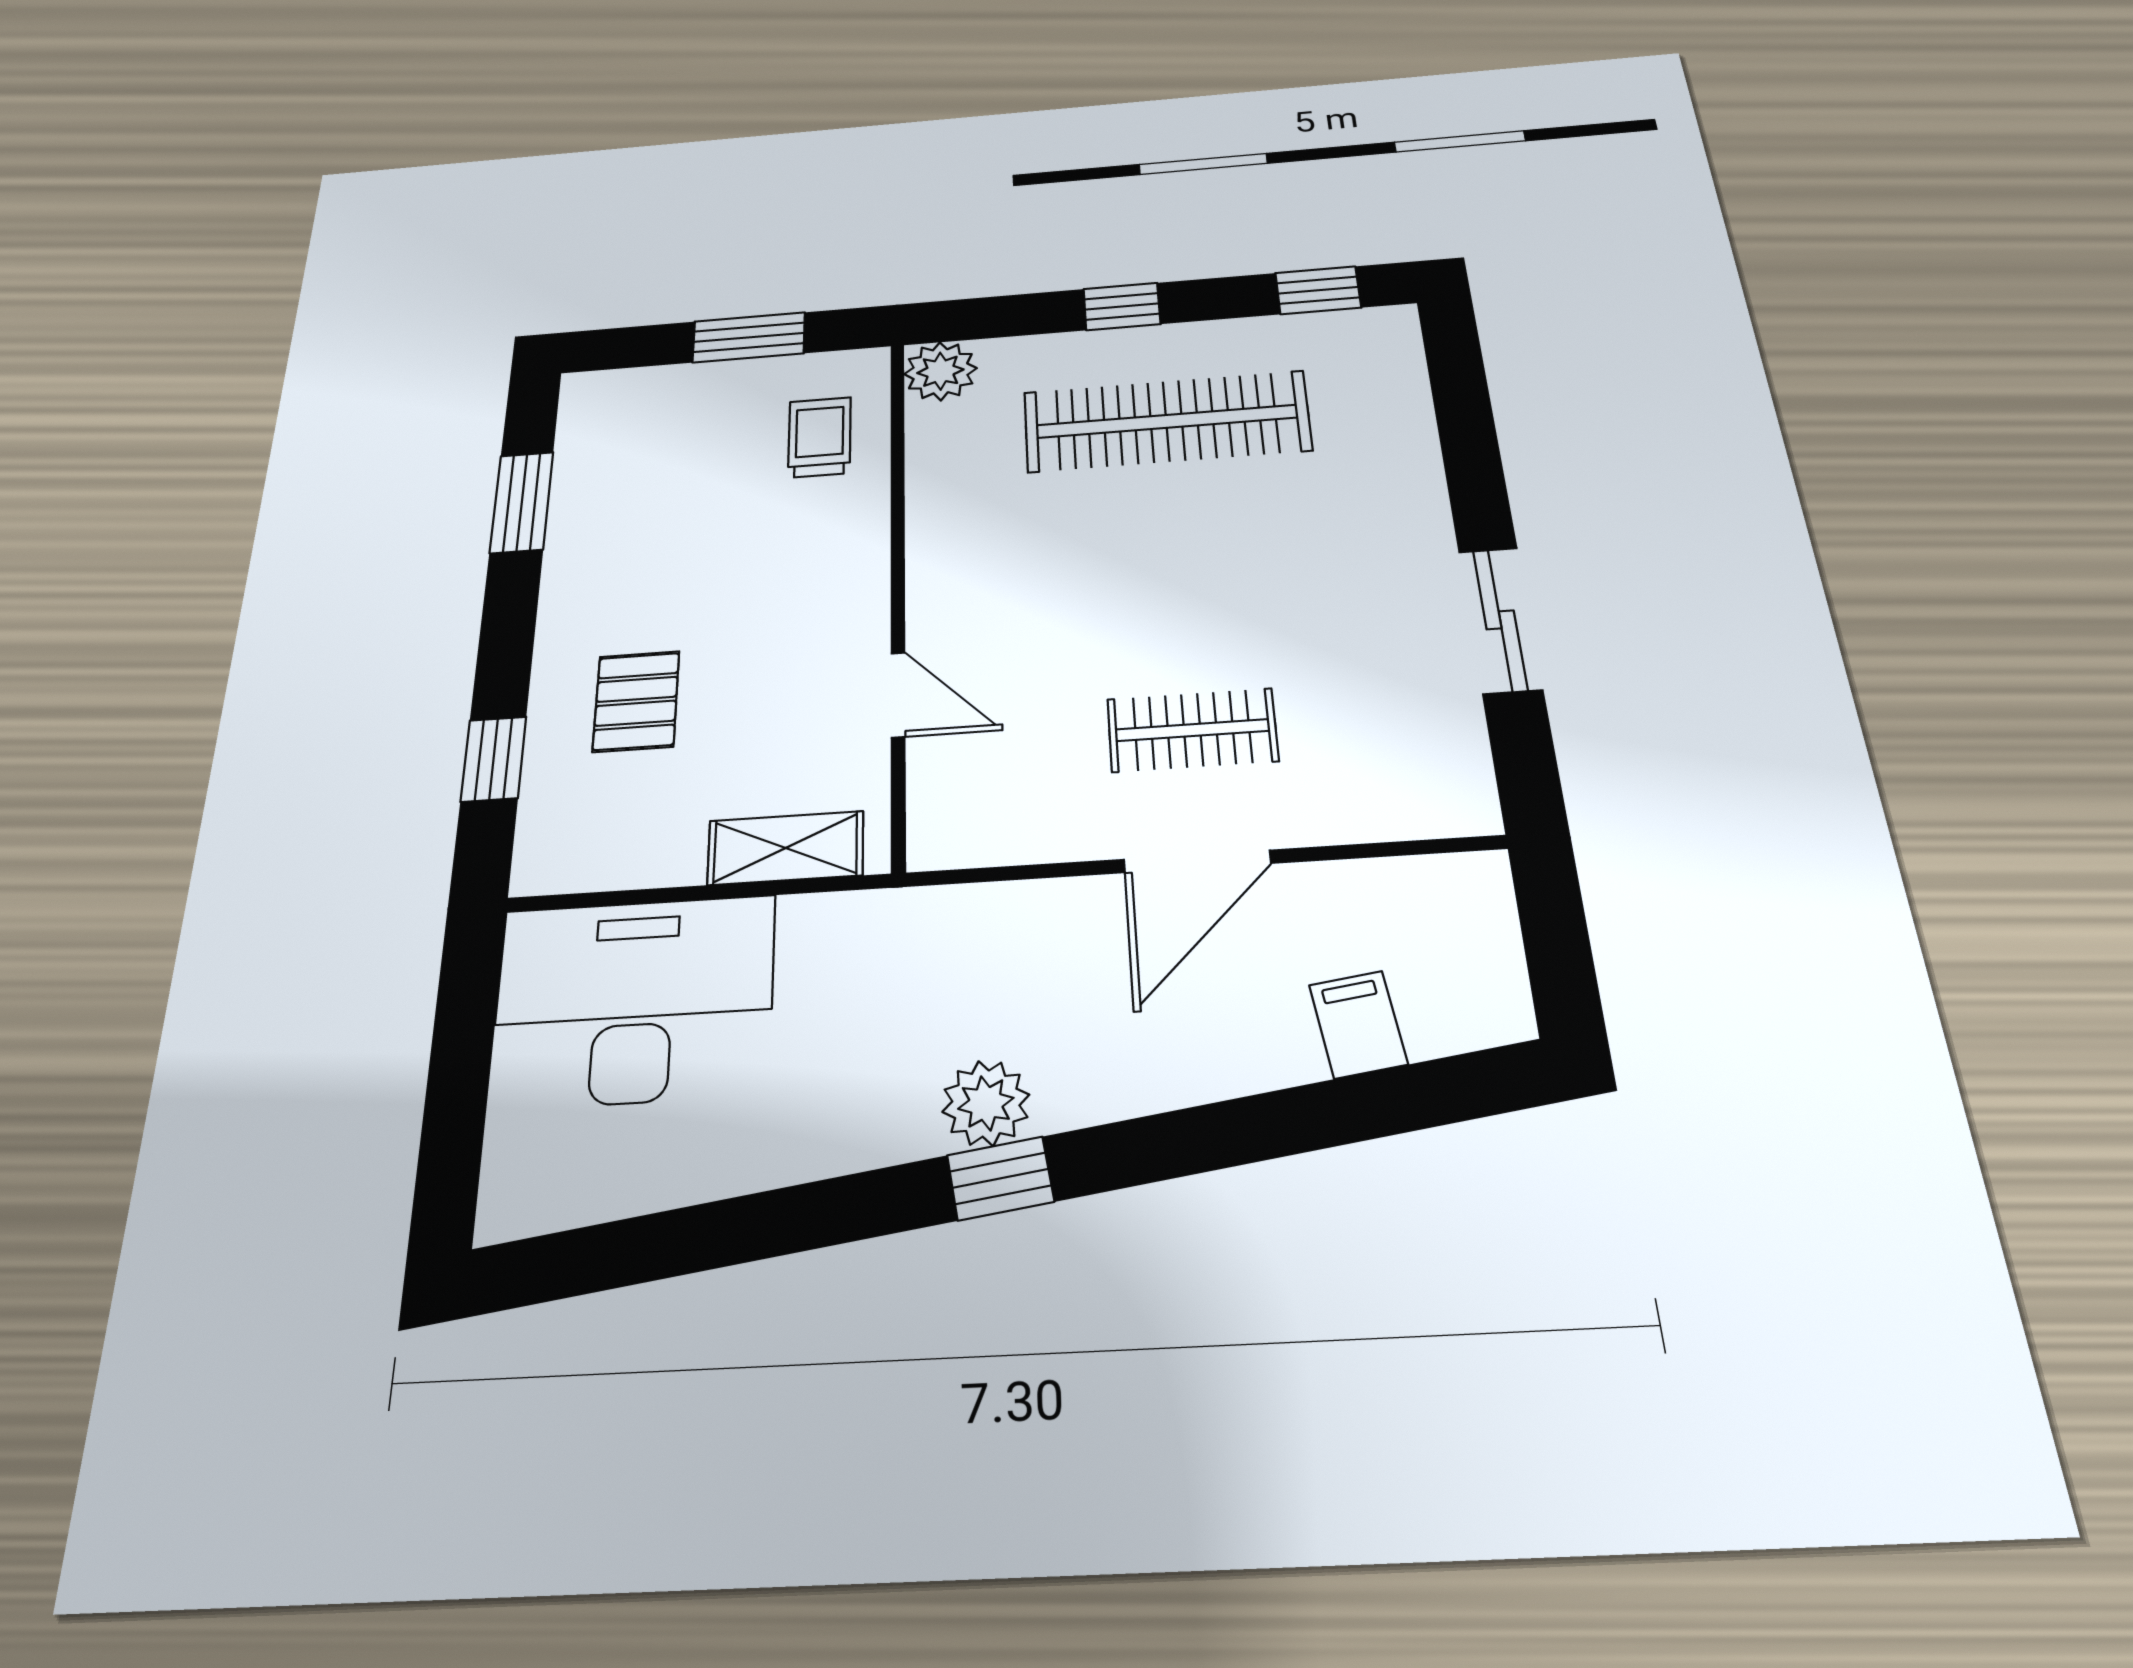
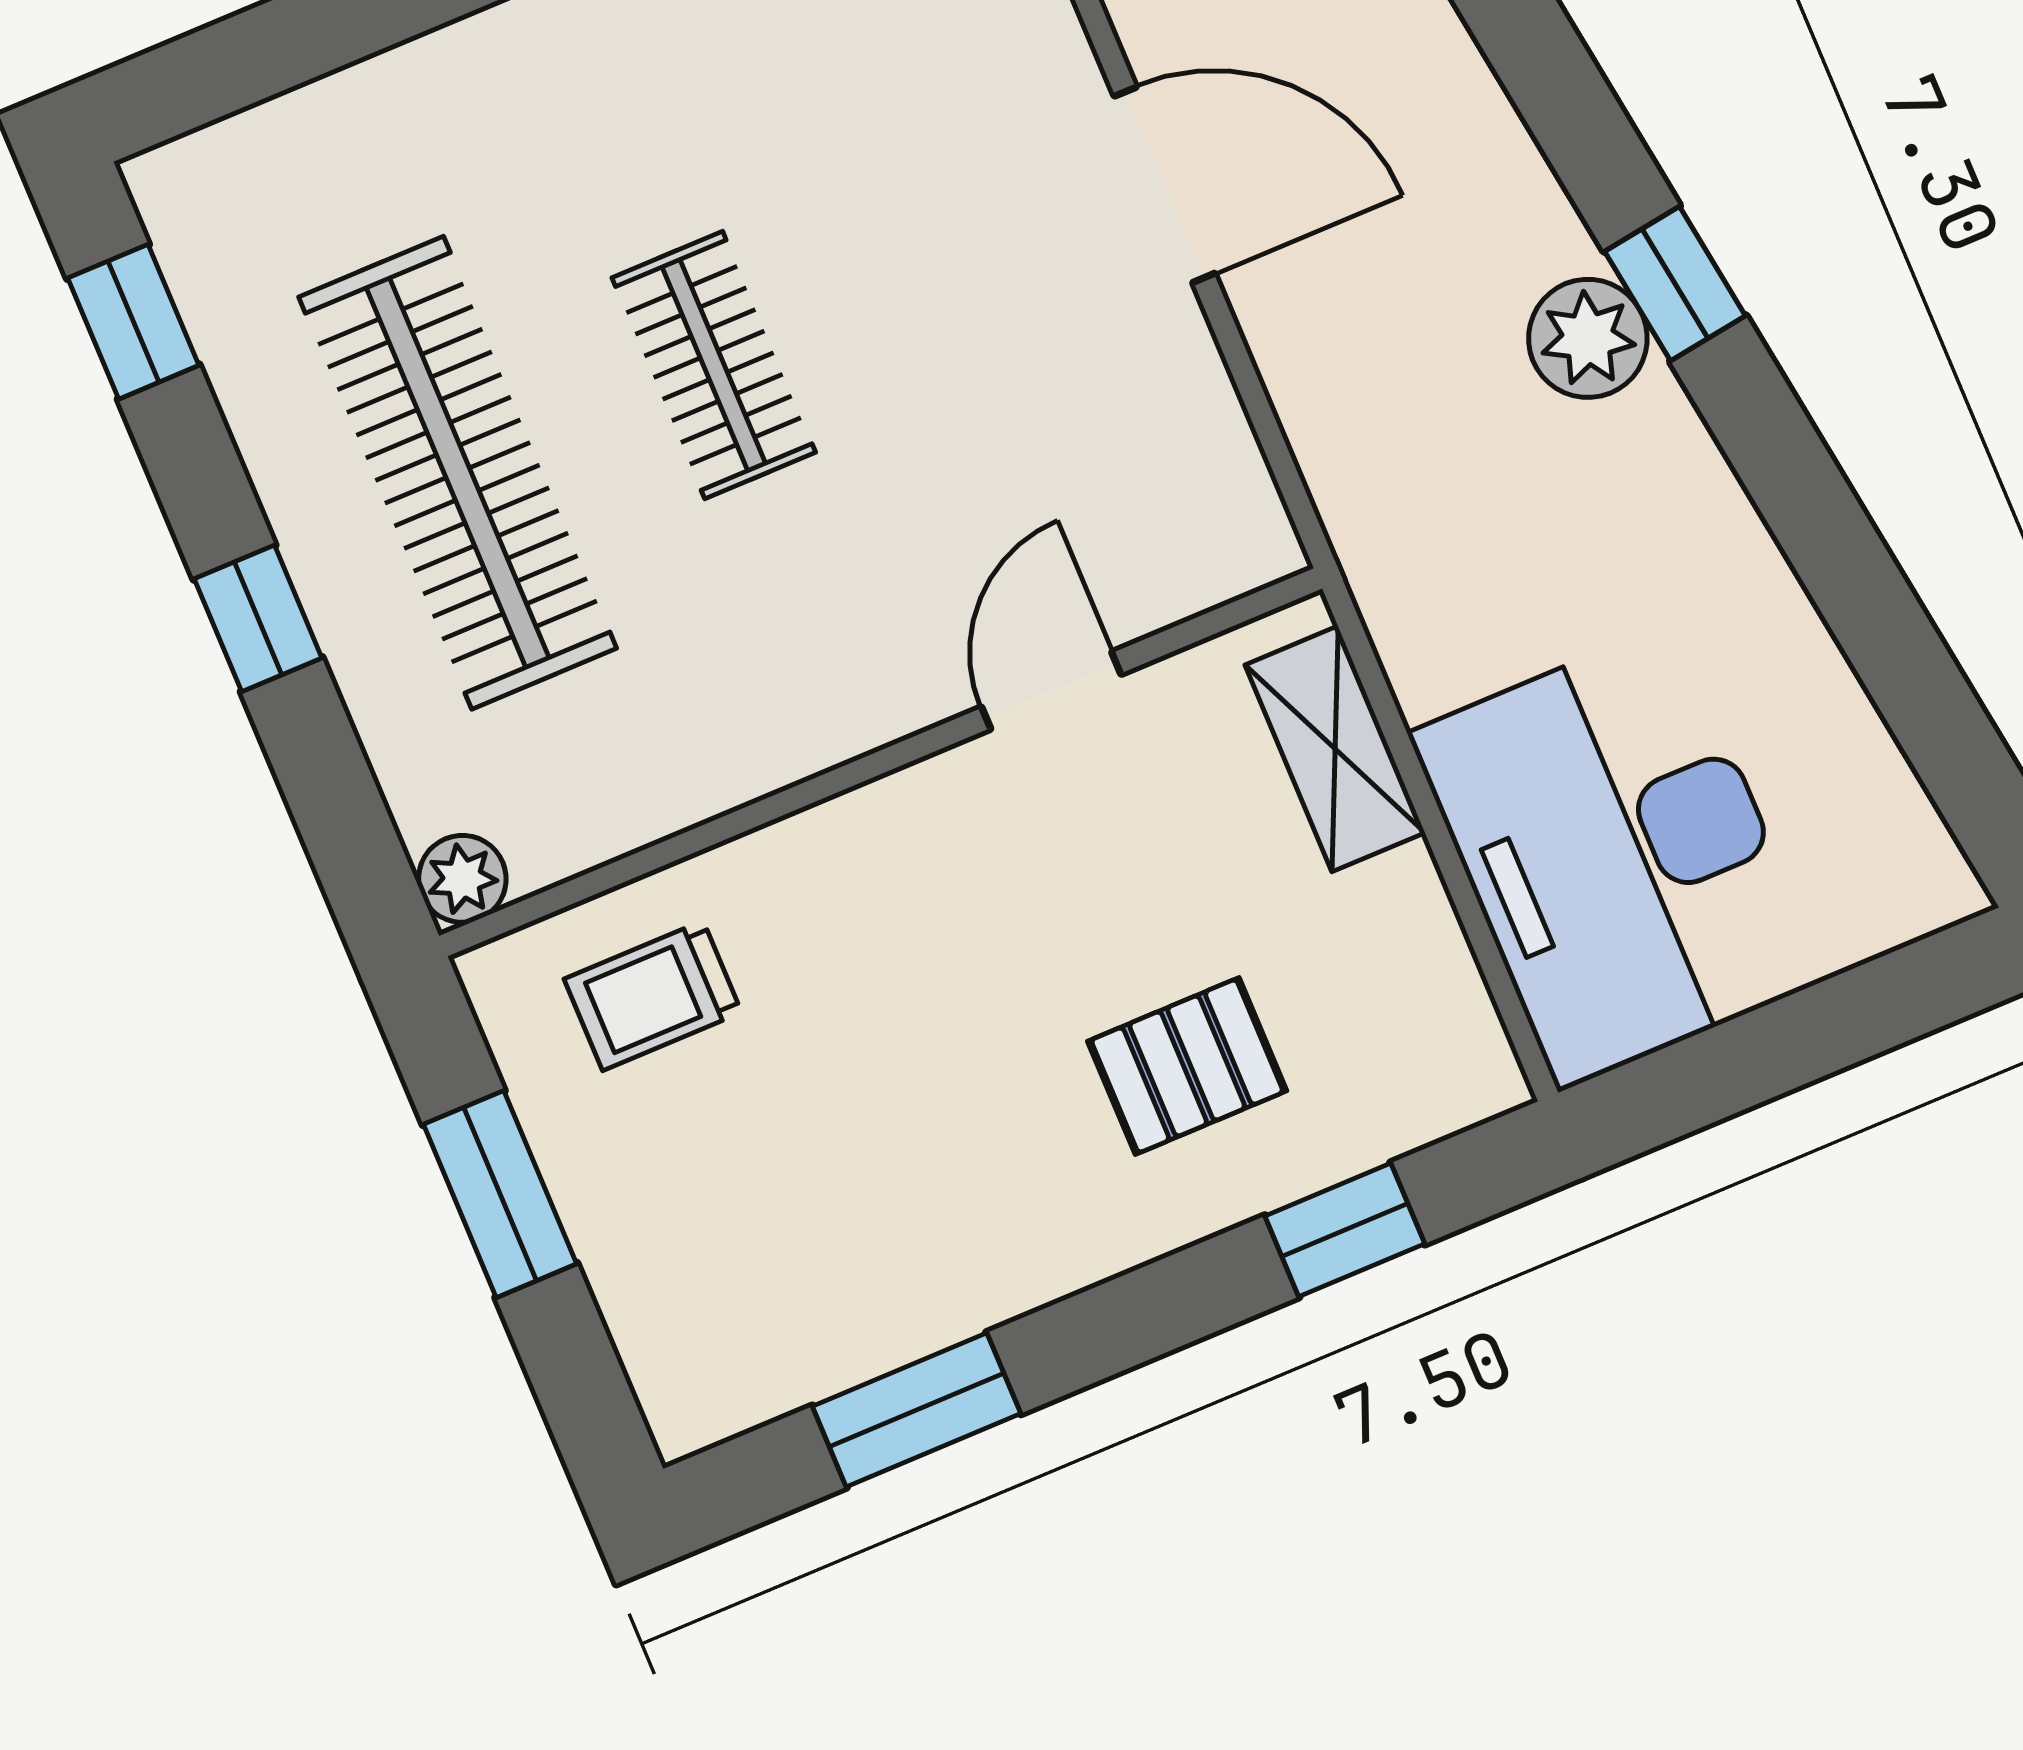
plant: (940, 371) -> (462, 879), width x0.73, depth x0.73
clothes rail: (1192, 730) -> (714, 365), moved

